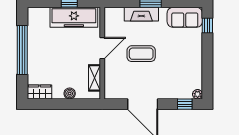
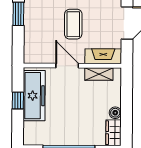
fireplace: (141, 14) -> (103, 56), moved, turned -90
boiler: (70, 93) -> (115, 113), moved

